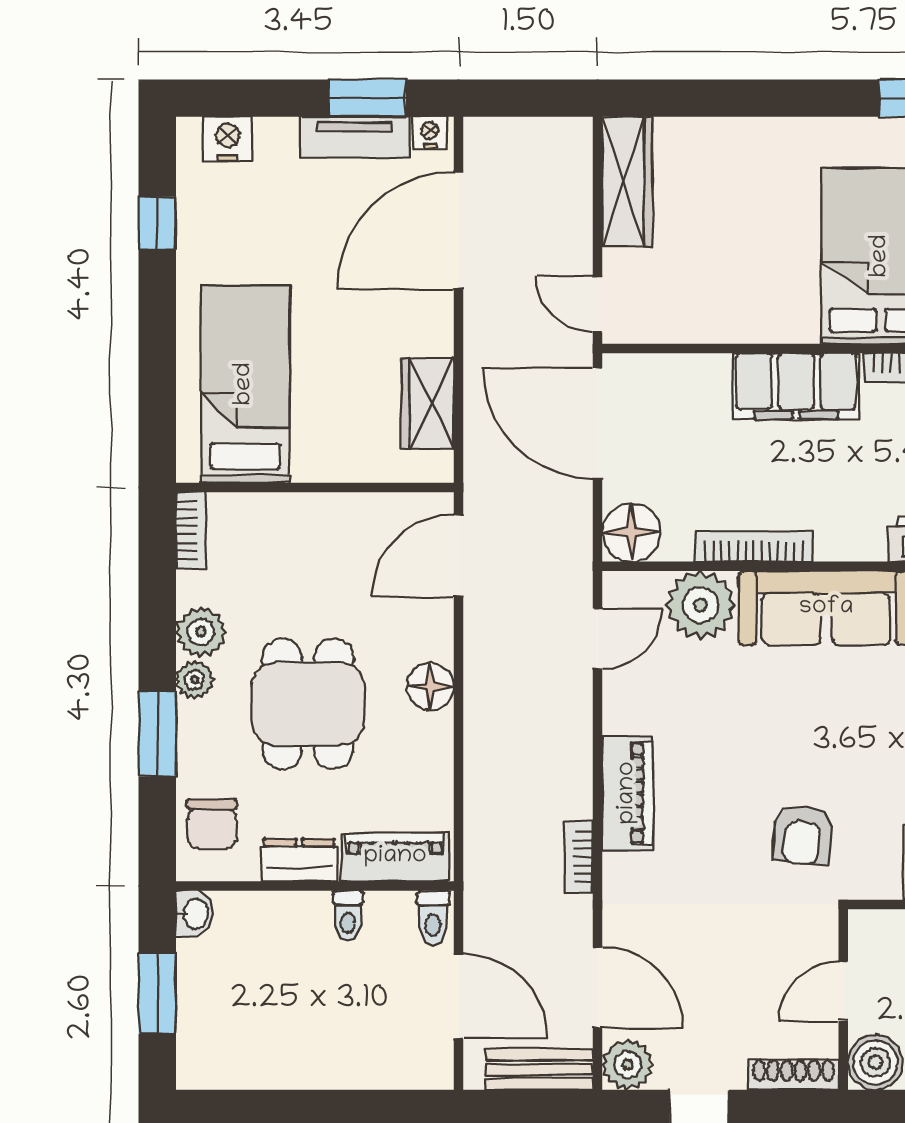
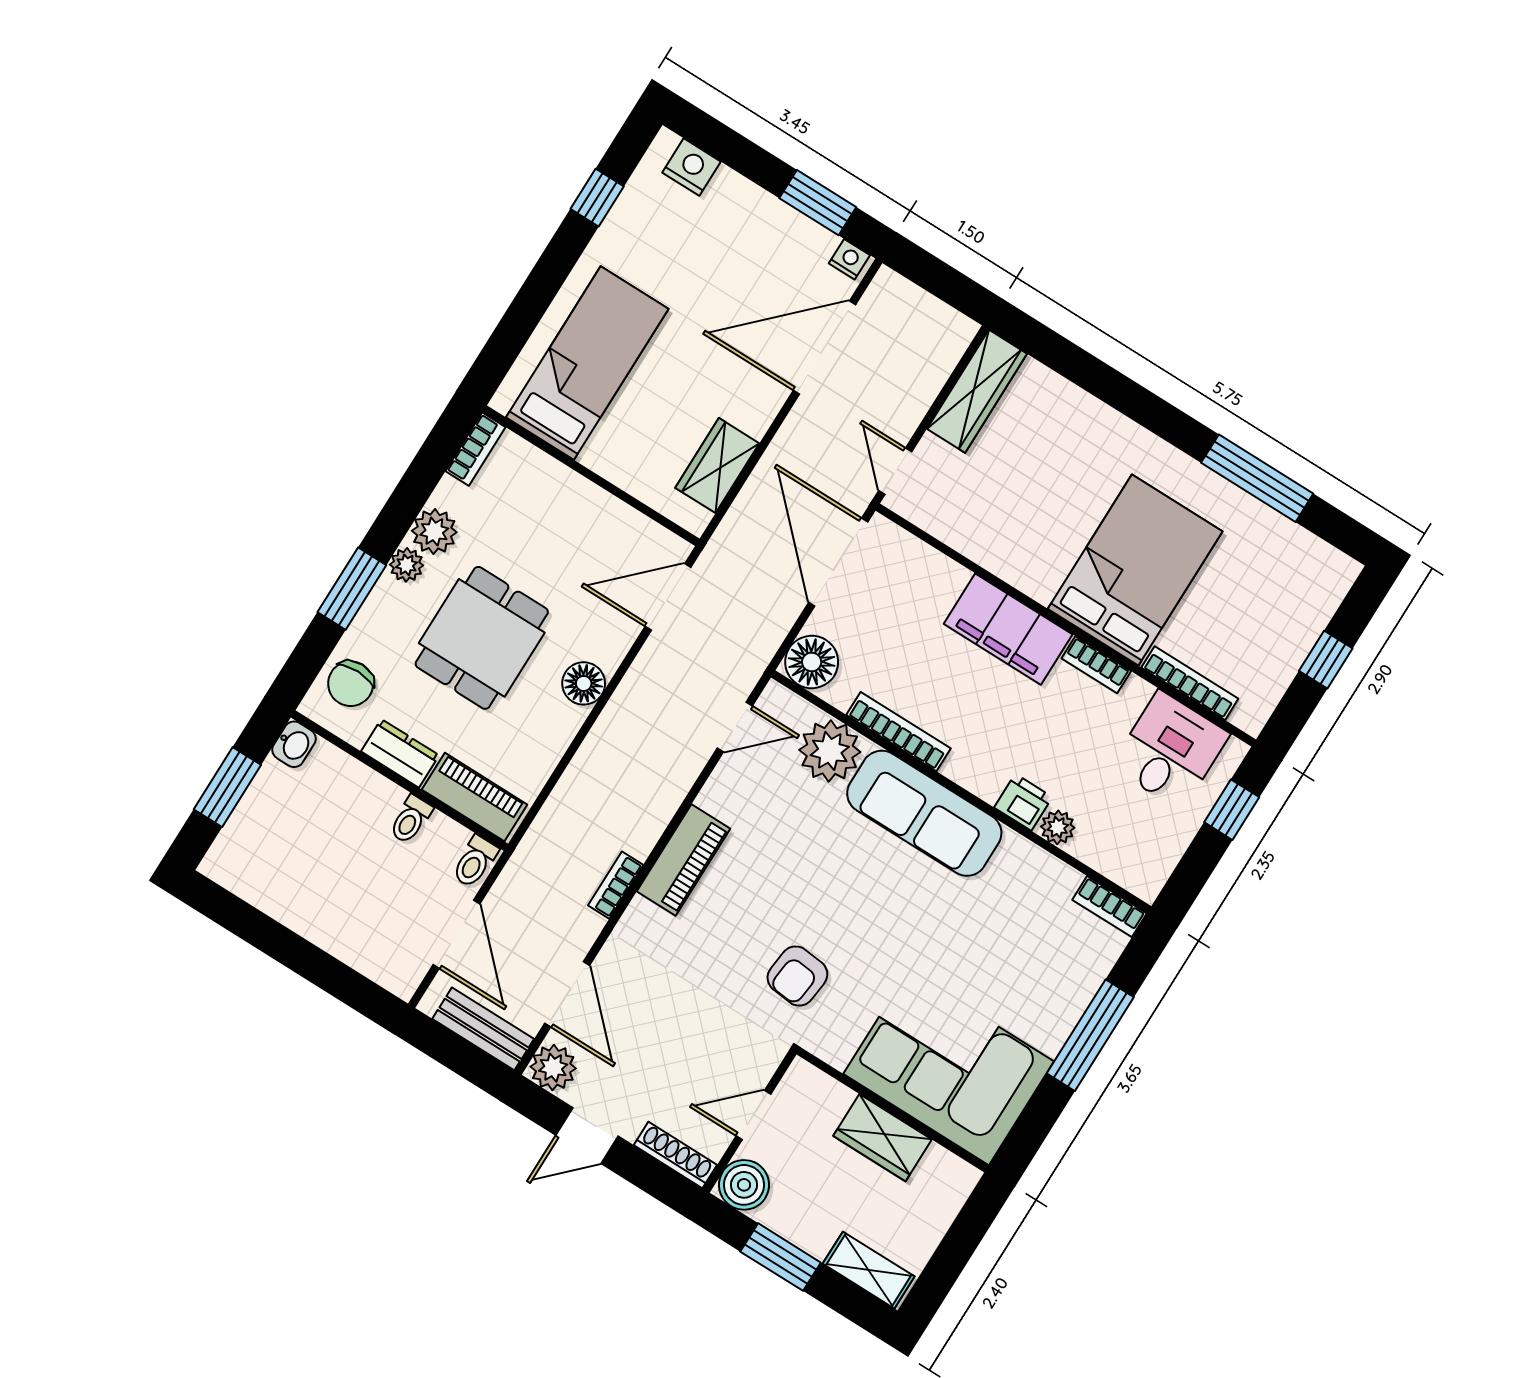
tv unit: (355, 137) -> (790, 227), removed

